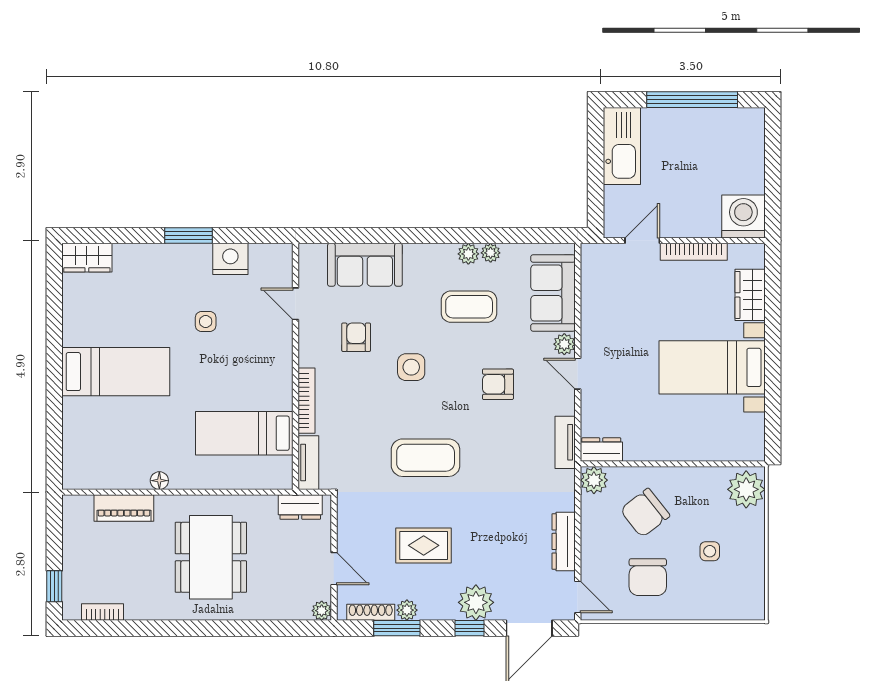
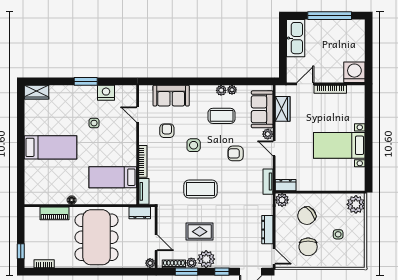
wardrobe: (750, 295) -> (283, 109), moved, turned 180
dining table: (211, 557) -> (97, 237), width x1.36, depth x1.24
plant: (476, 602) -> (206, 259), moved

